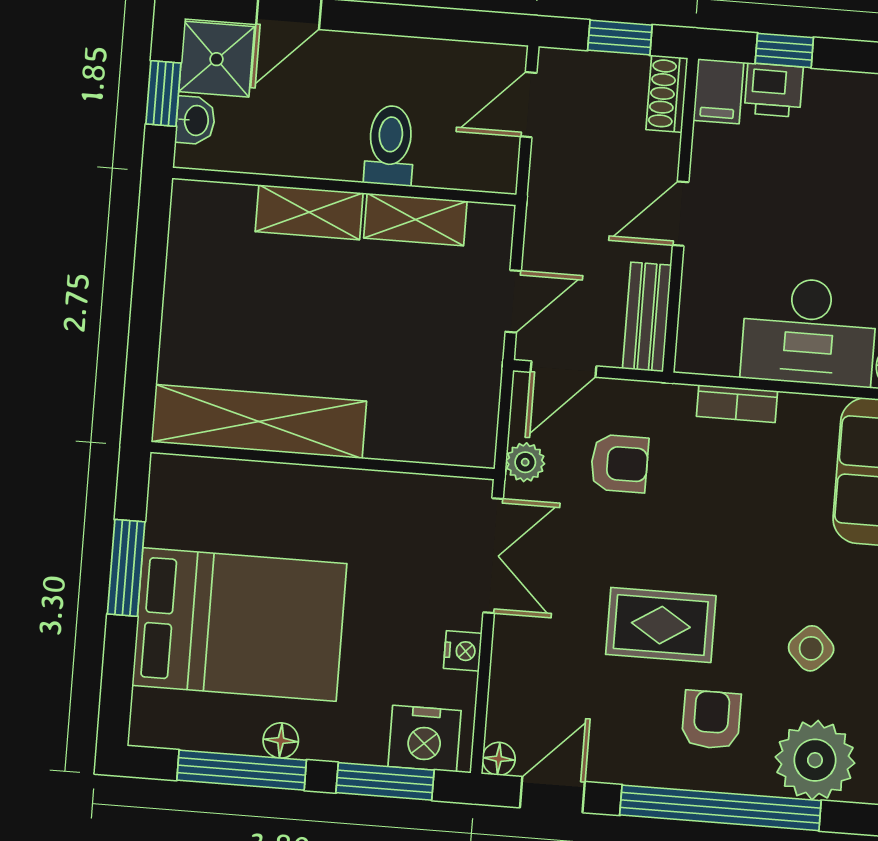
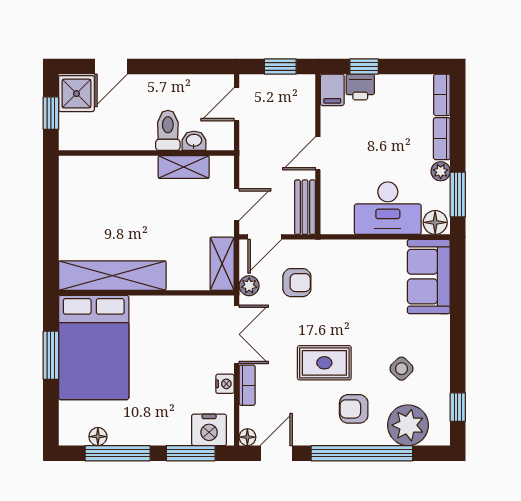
shoe rack: (667, 94) -> (306, 93), removed
washbasin: (195, 120) -> (194, 141), moved, turned -90
shelving: (309, 212) -> (222, 264), moved, turned 90
bookcase: (737, 404) -> (247, 385), moved, turned -90
bed: (239, 624) -> (94, 348), moved, turned 90
armchair: (711, 720) -> (354, 409), turned -90
floor lamp: (281, 740) -> (98, 437), moved

